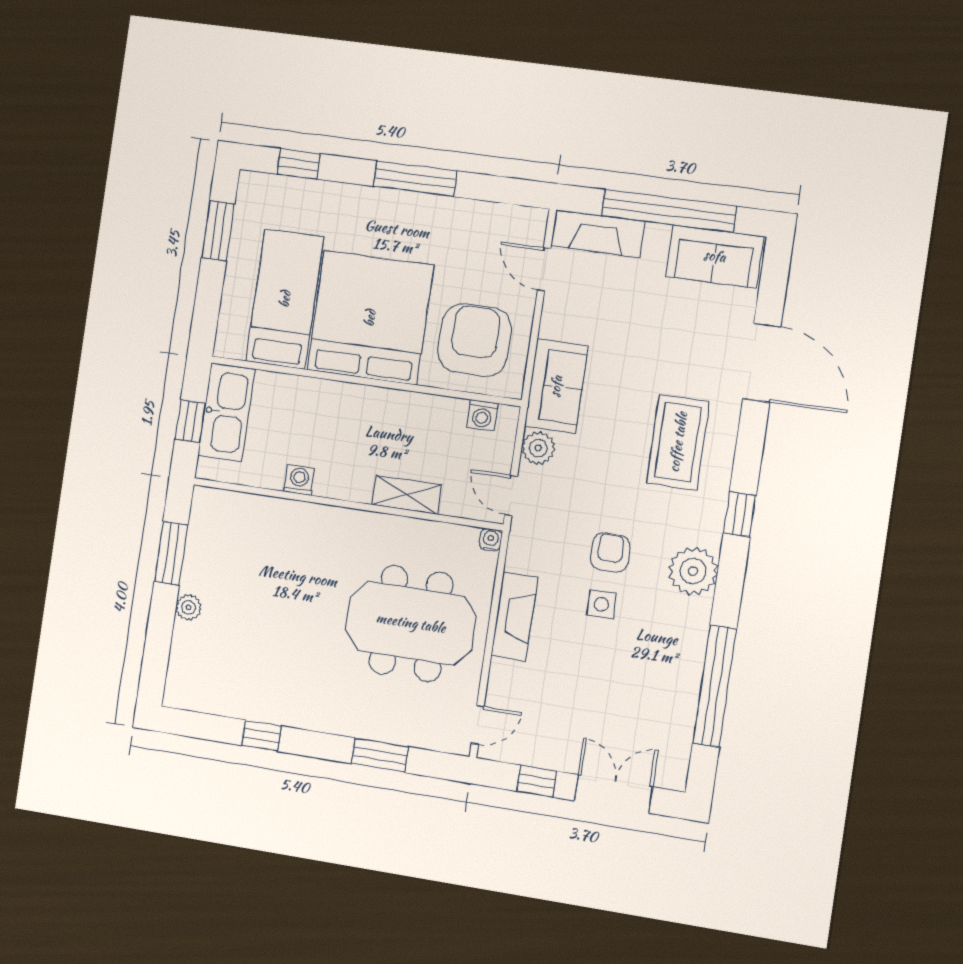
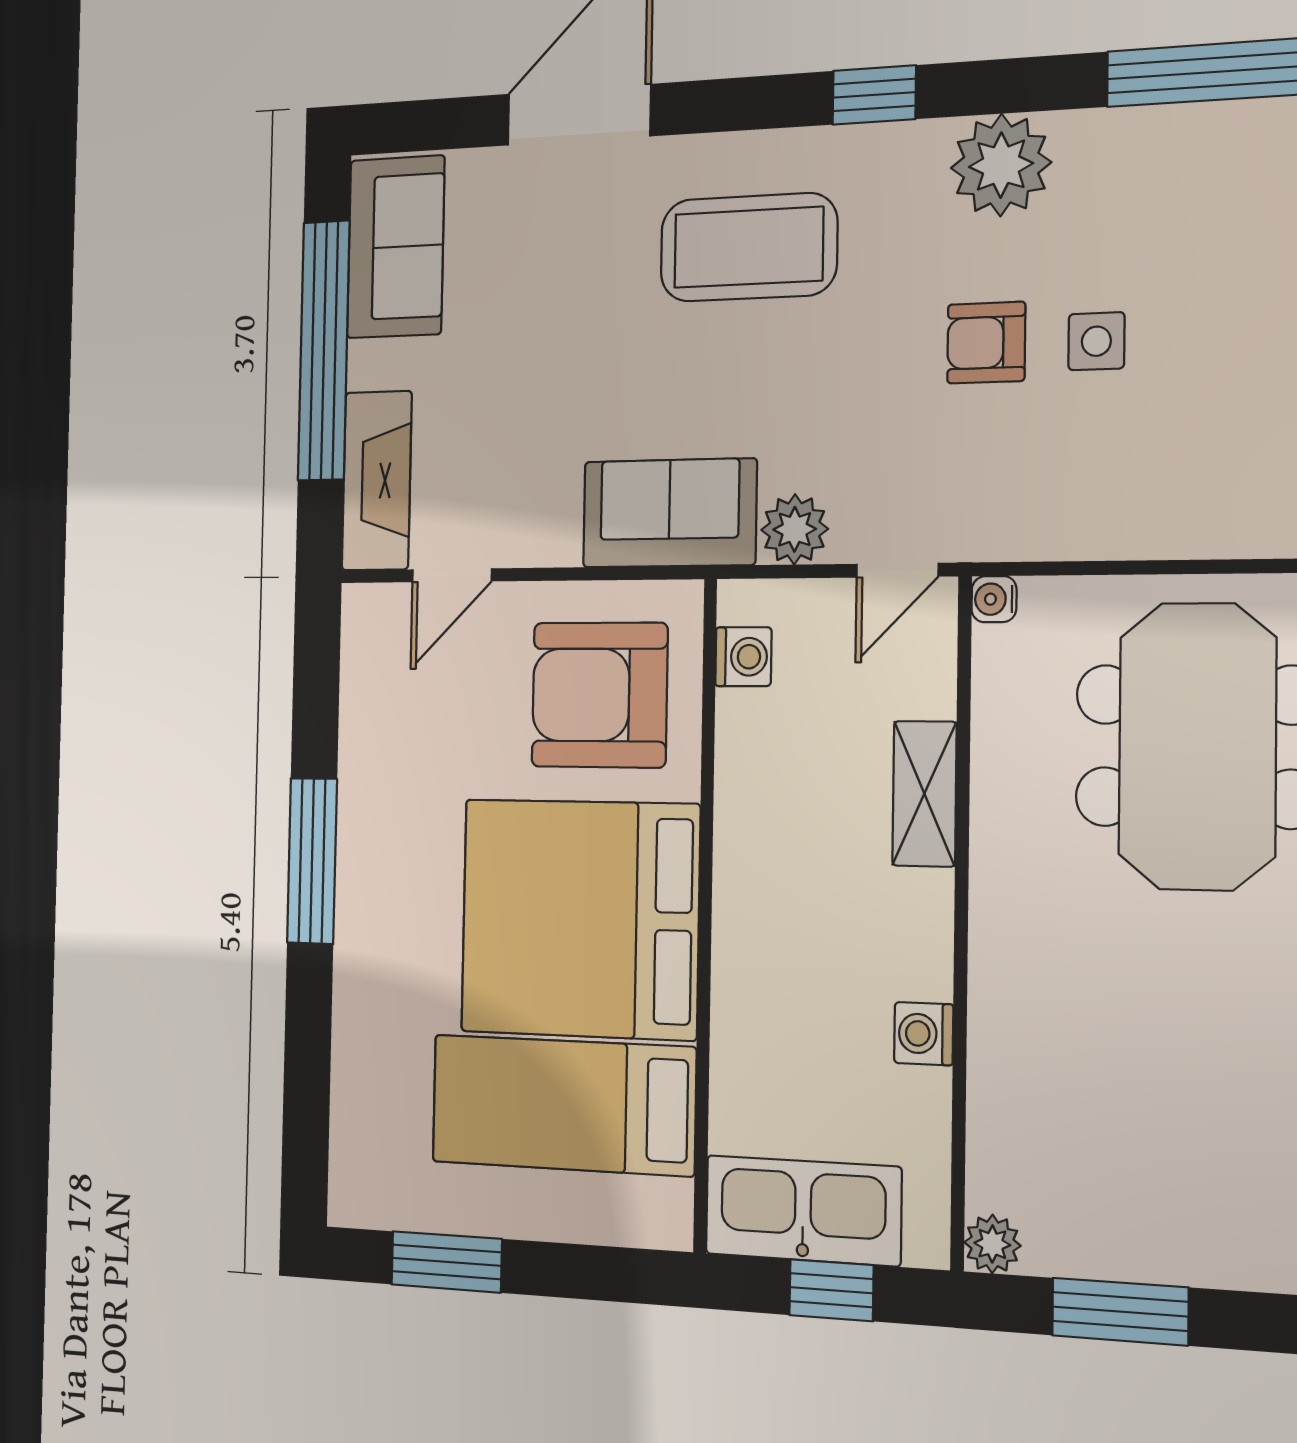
window: (299, 164) -> (306, 1103), removed
plant: (189, 607) -> (992, 1244), moved
fireplace: (514, 616) -> (1149, 522), removed

